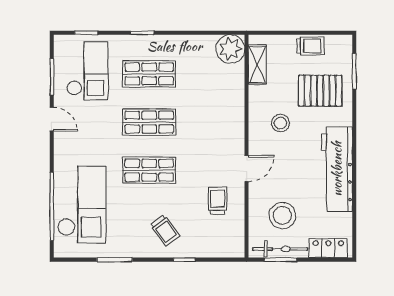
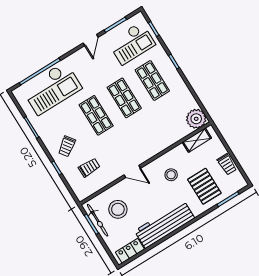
trolley: (217, 201) -> (89, 168), moved
locker: (328, 248) -> (130, 251), moved, turned -90

